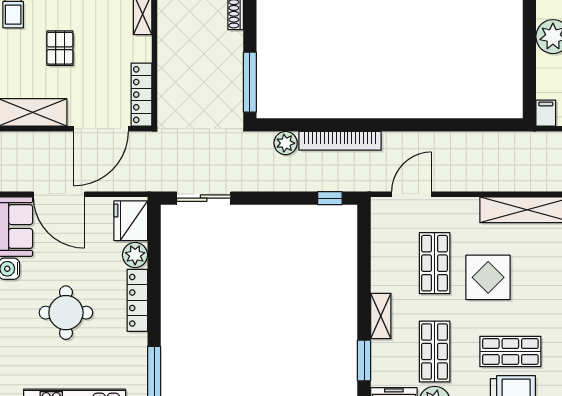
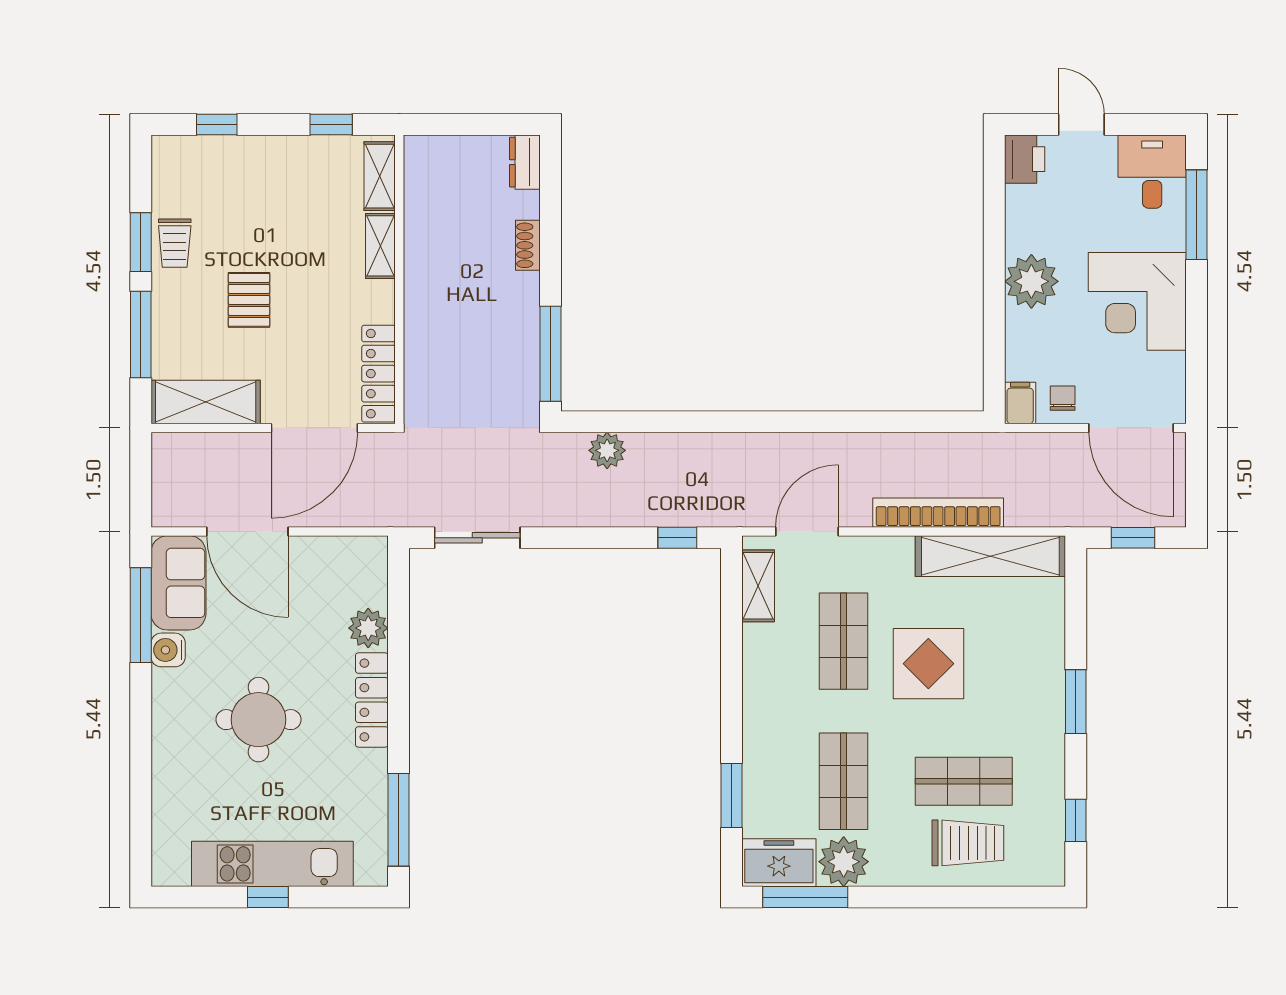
bookcase: (340, 141) -> (938, 513), moved, turned 180
fridge: (131, 221) -> (361, 574), removed
shelving: (381, 316) -> (758, 586), moved

